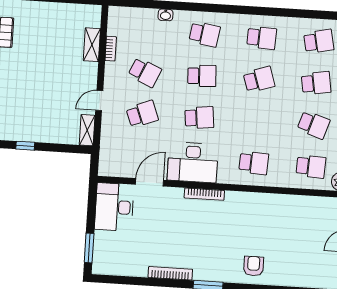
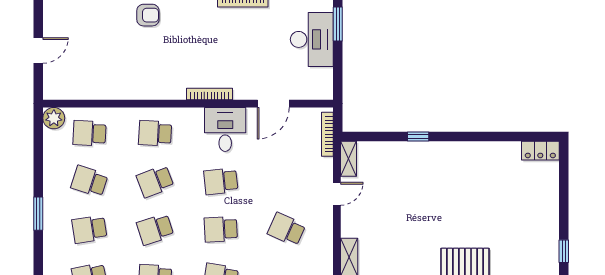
bookcase: (111, 49) -> (327, 134), moved, width x1.56
school desk: (142, 114) -> (155, 181), moved
desk: (193, 162) -> (225, 129), width x0.73
desk: (114, 207) -> (312, 39), moved
armchair: (254, 266) -> (148, 15), turned -90

